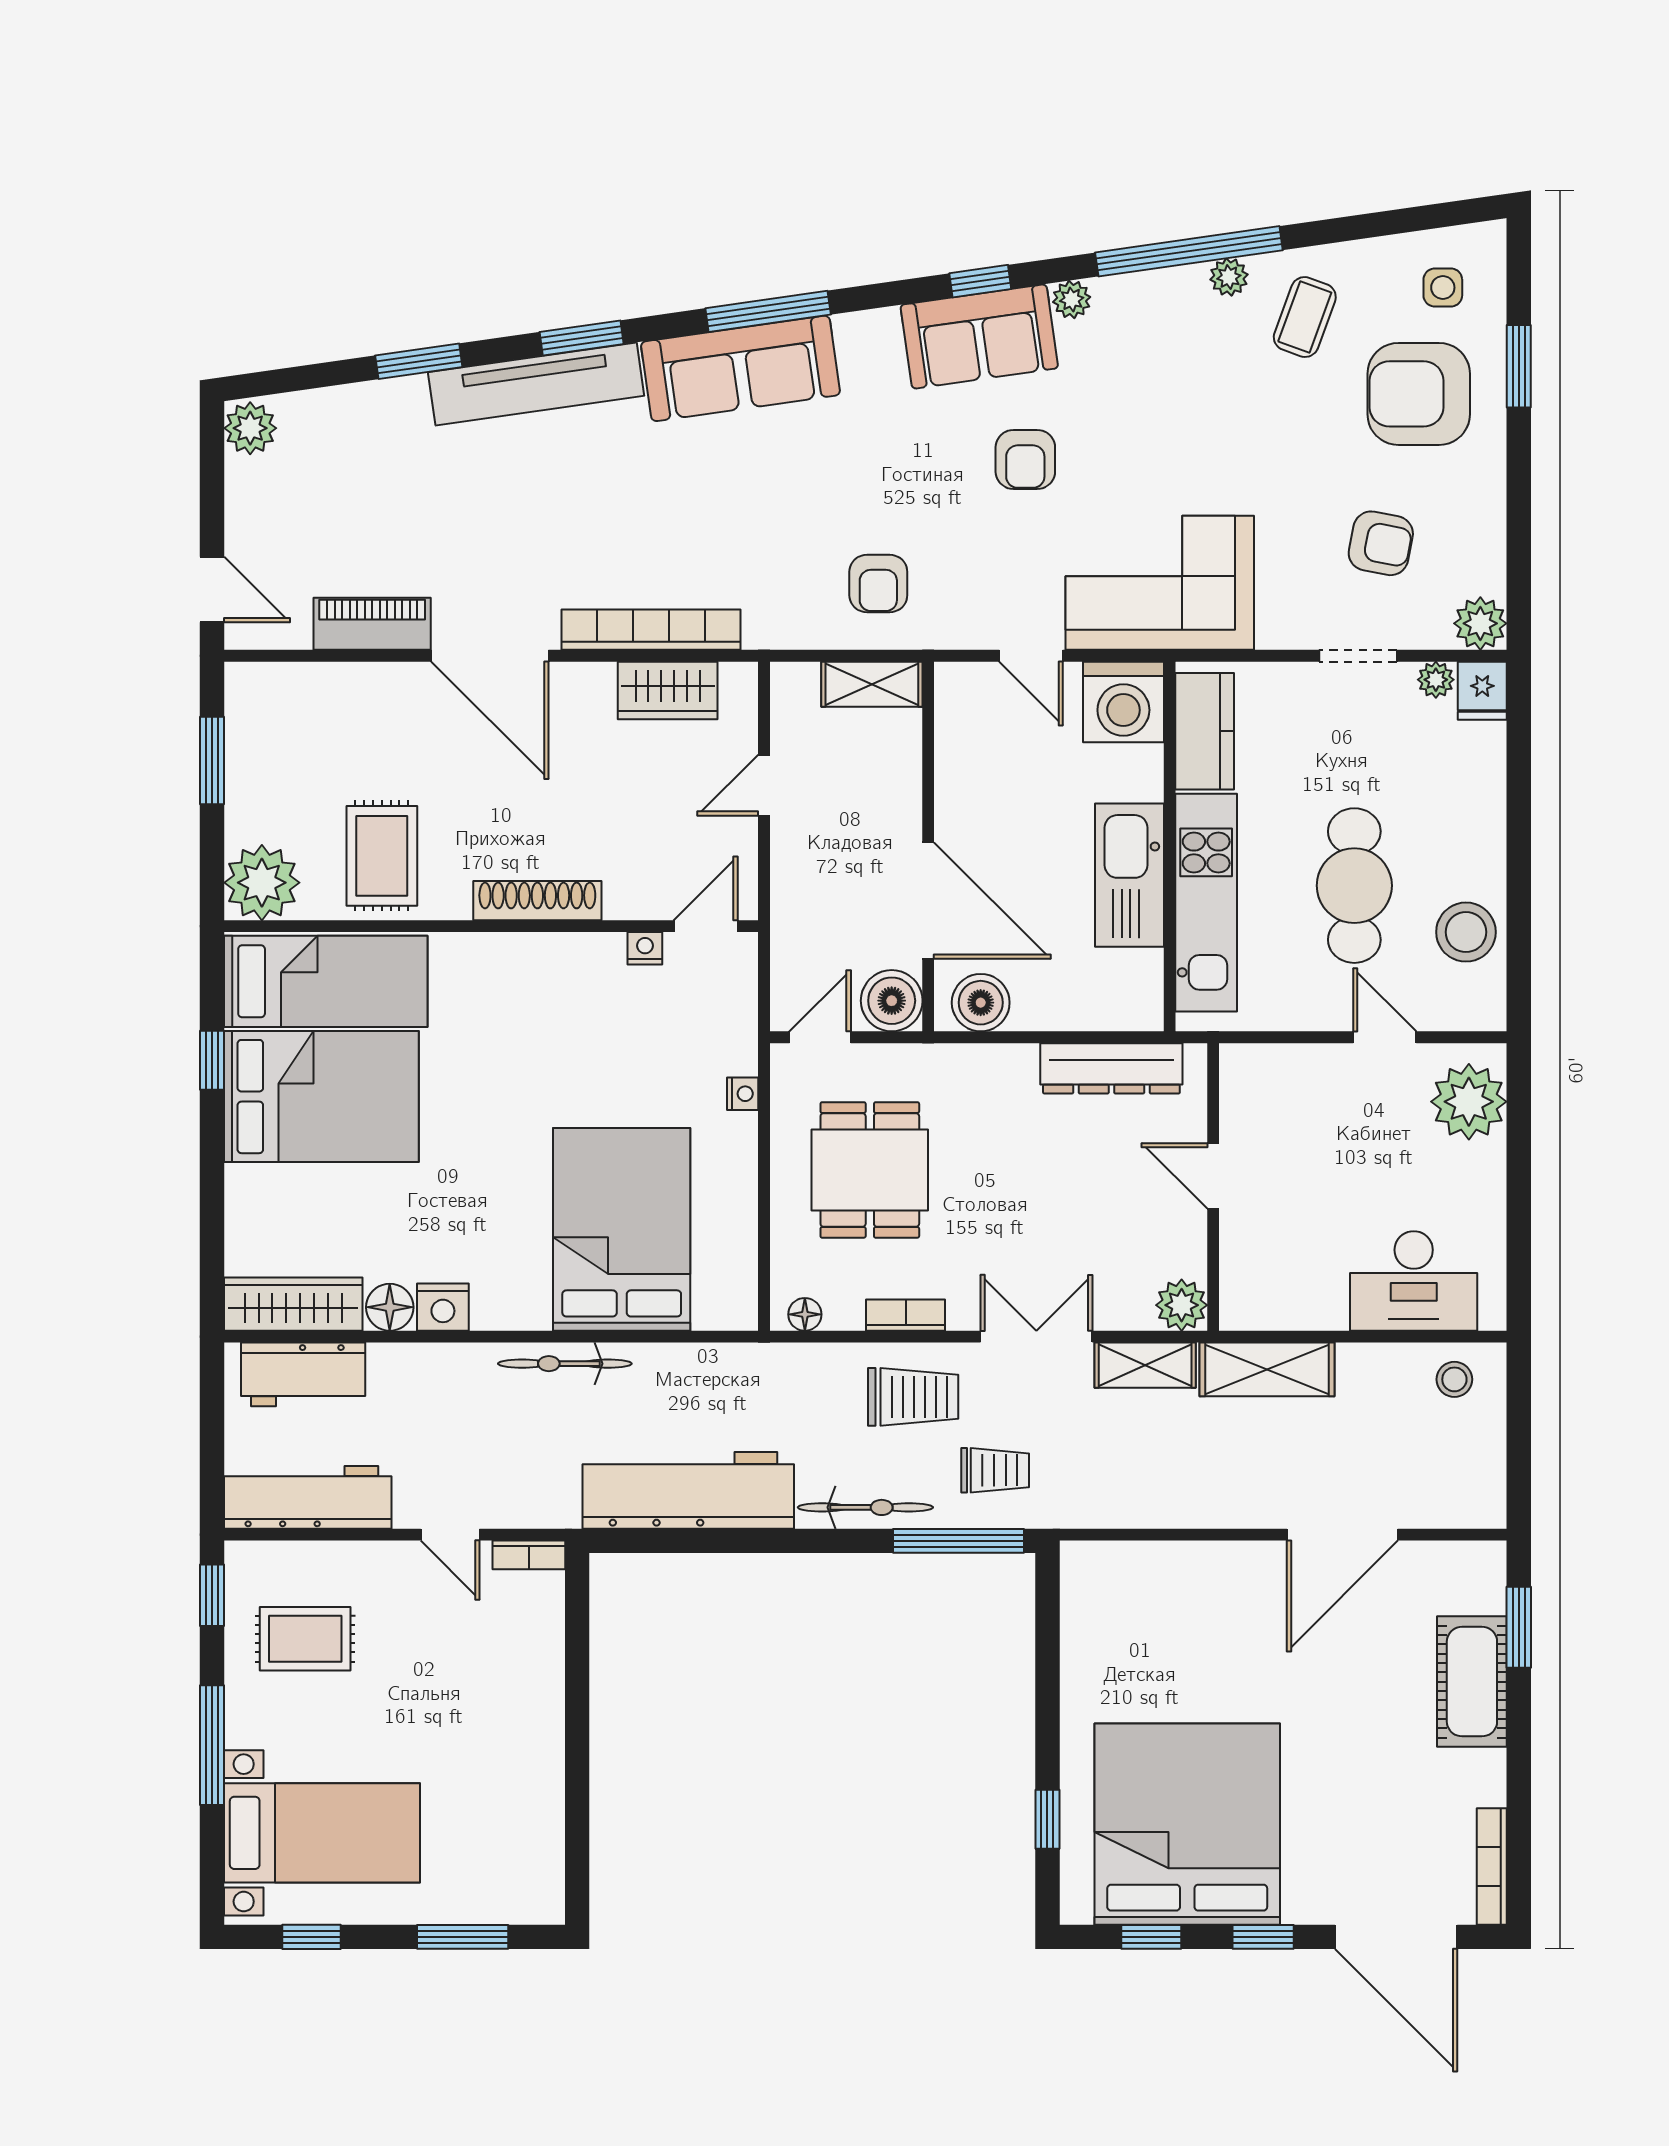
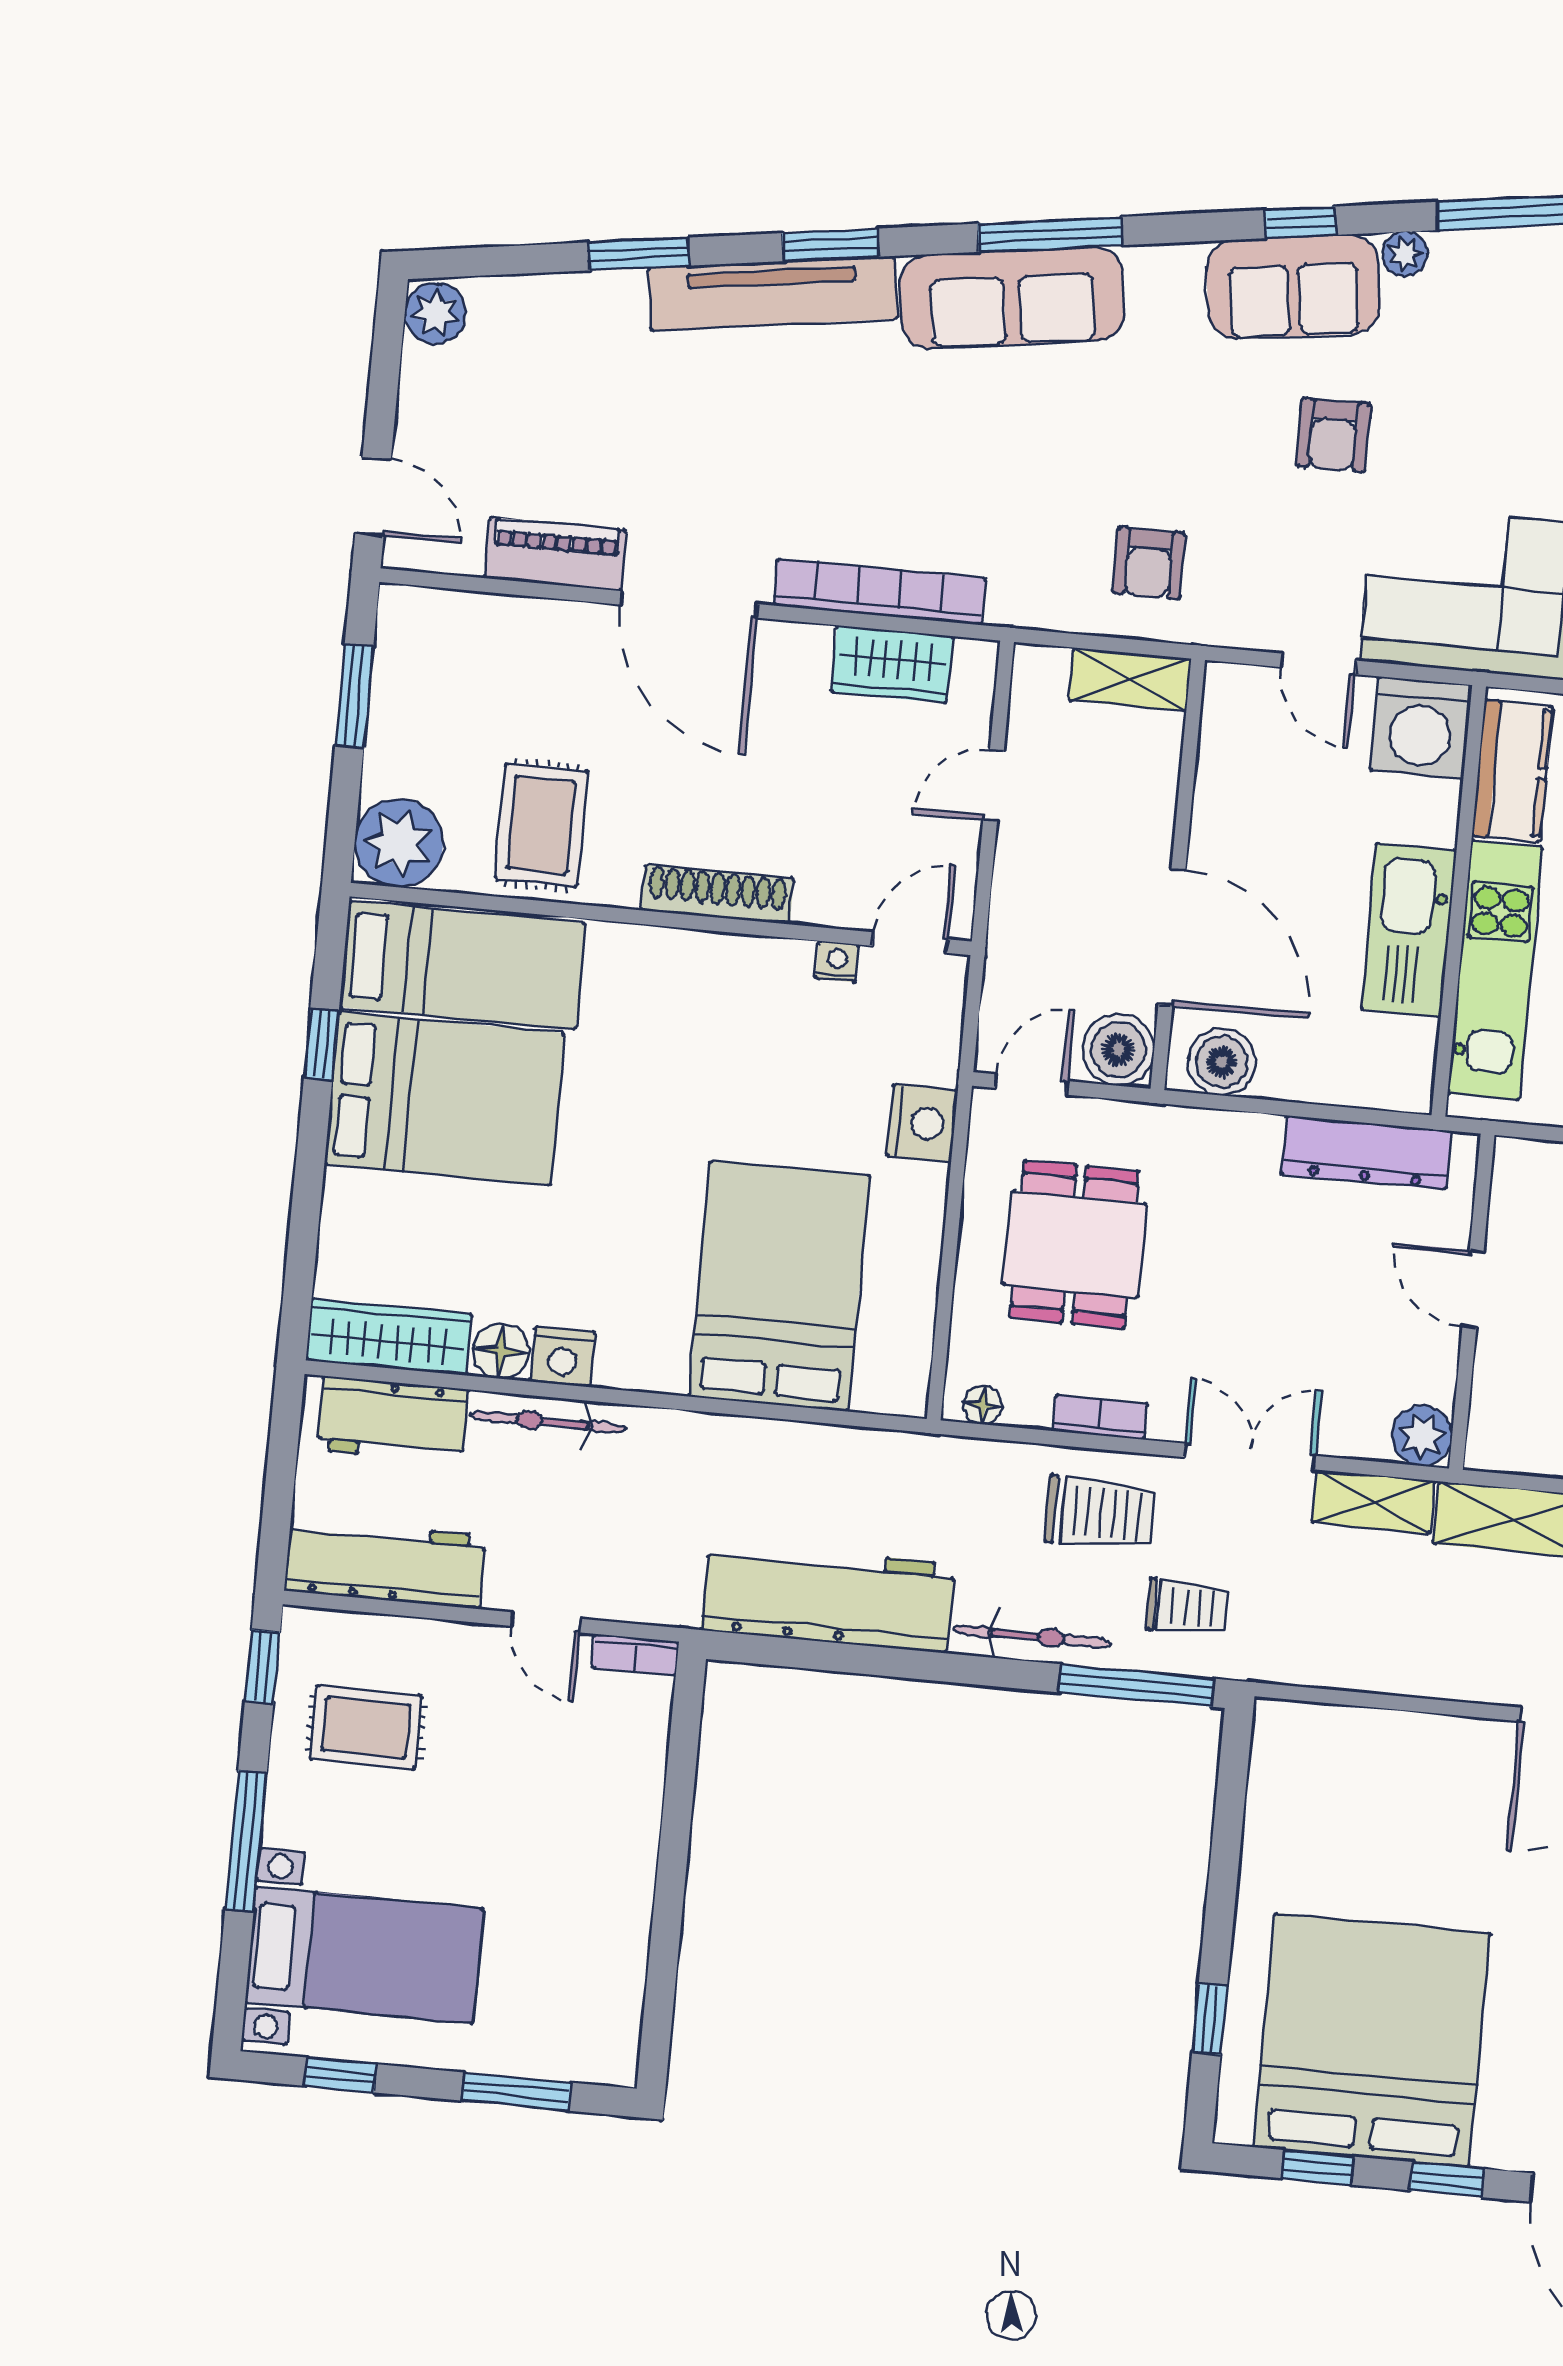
nightstand: (743, 1094) -> (922, 1123), width x1.89, depth x1.79
bicycle: (565, 1364) -> (548, 1422), moved

